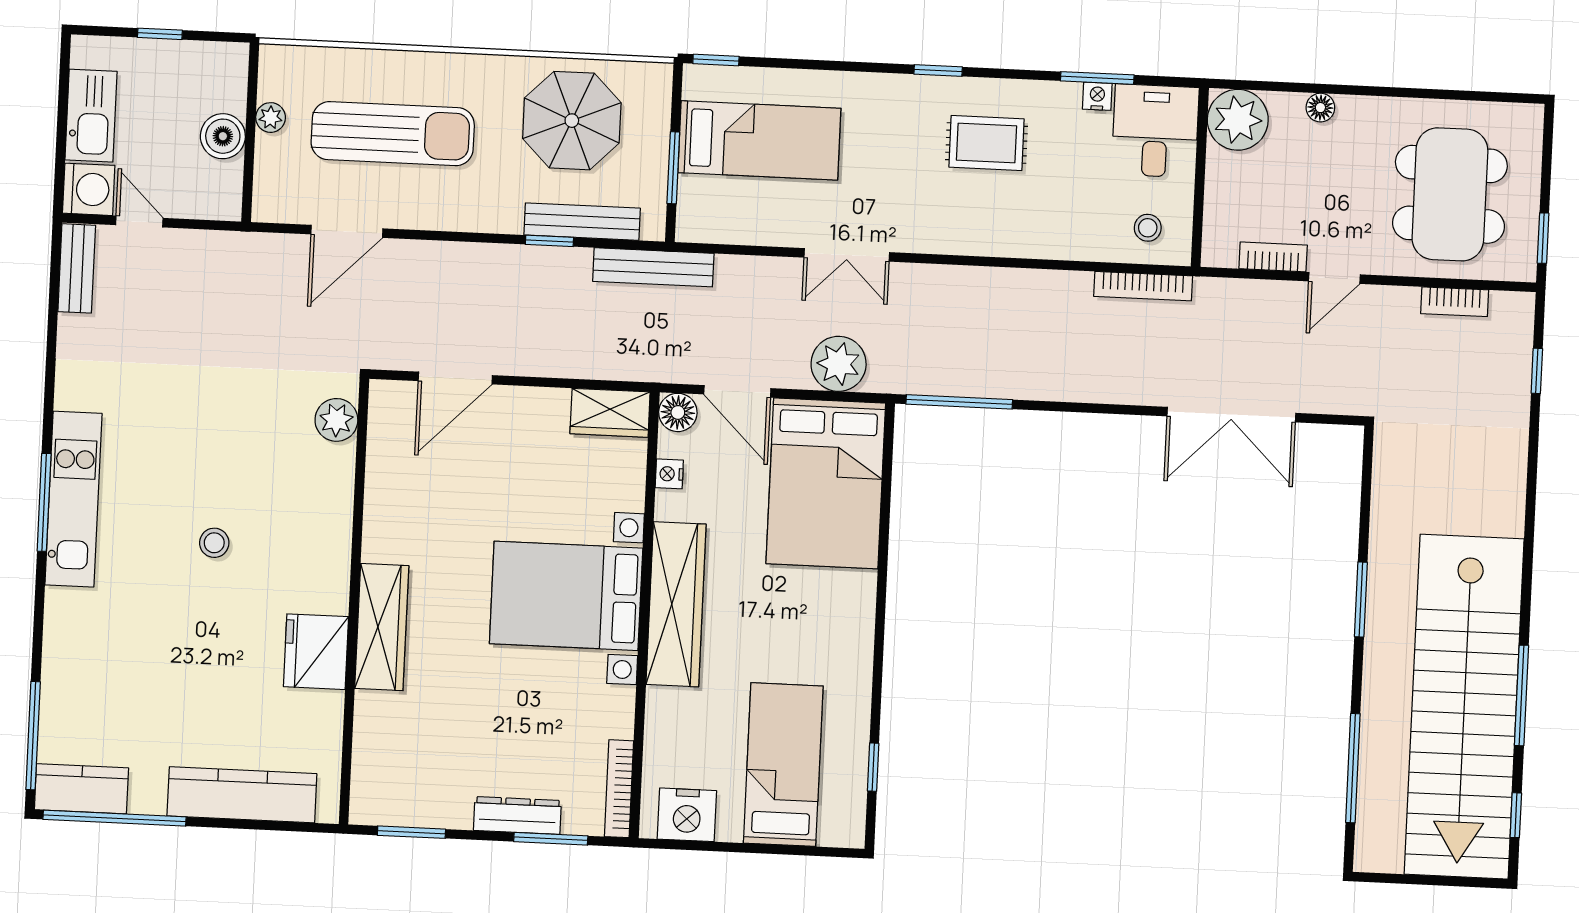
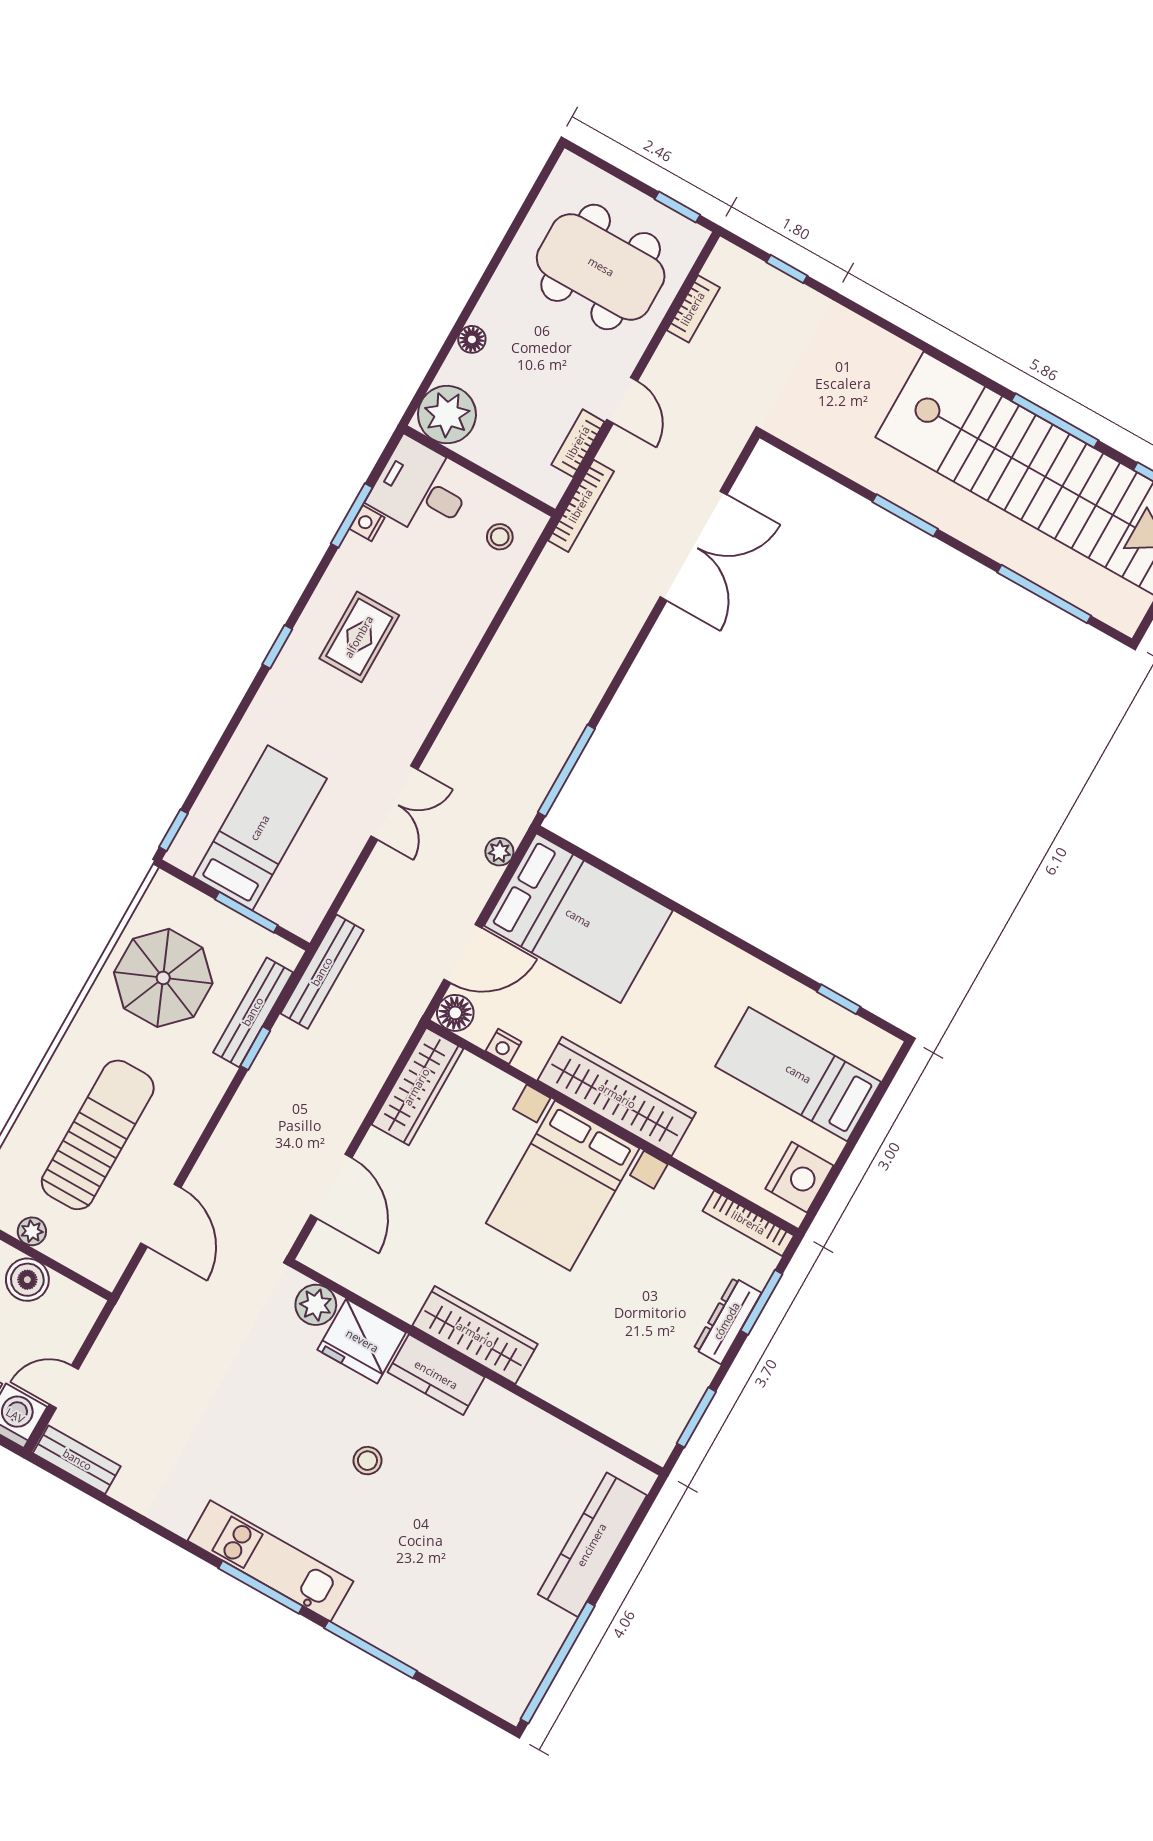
bookcase: (1143, 286) -> (581, 506), moved
plant: (839, 364) -> (499, 852), width x0.53, depth x0.53
wardrobe: (610, 413) -> (417, 1087), width x1.50
wardrobe: (382, 627) -> (475, 1335), moved
fridge: (316, 652) -> (362, 1341), moved
window: (33, 736) -> (371, 1649), moved
kitchen counter: (81, 789) -> (436, 1375), moved, turned -90

